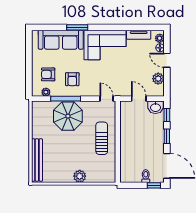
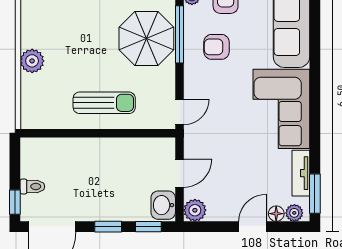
window: (77, 27) -> (315, 194), moved
plant: (158, 79) -> (195, 210), moved

